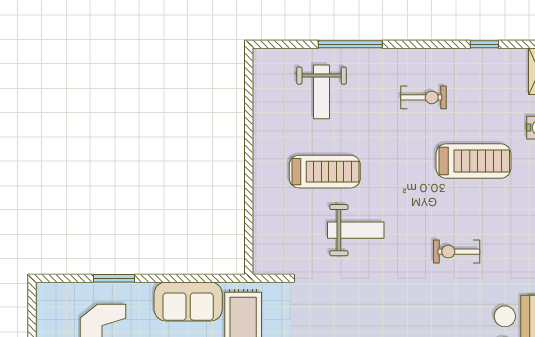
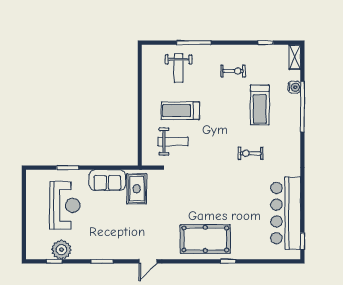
treadmill: (474, 161) -> (260, 105), turned 90
treadmill: (325, 172) -> (180, 111), turned 180
weight bench: (356, 230) -> (173, 142), moved

